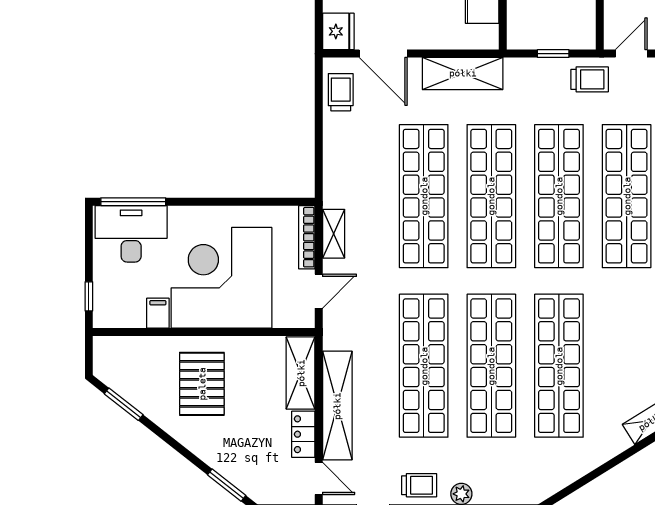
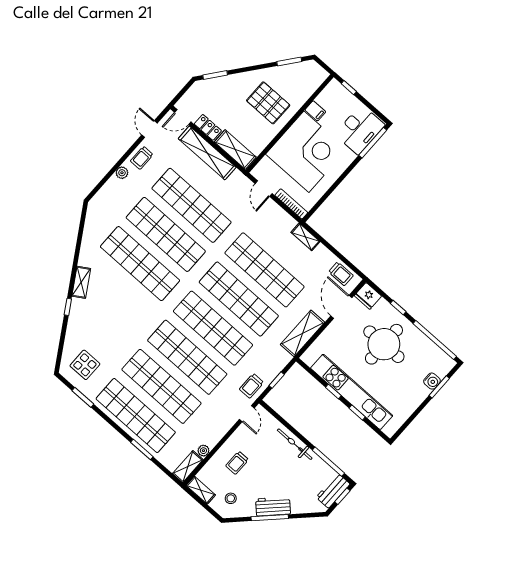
door: (383, 54) -> (341, 307), hinge flipped
shelving: (334, 234) -> (305, 237), moved

